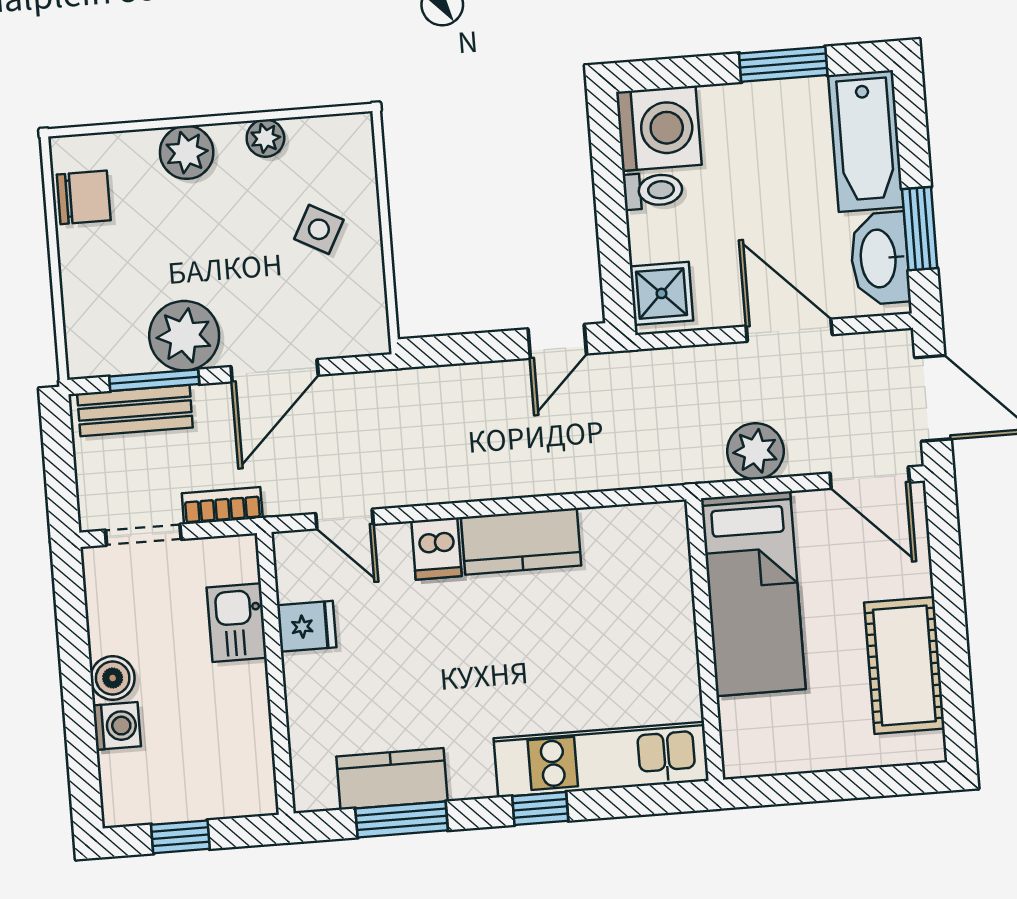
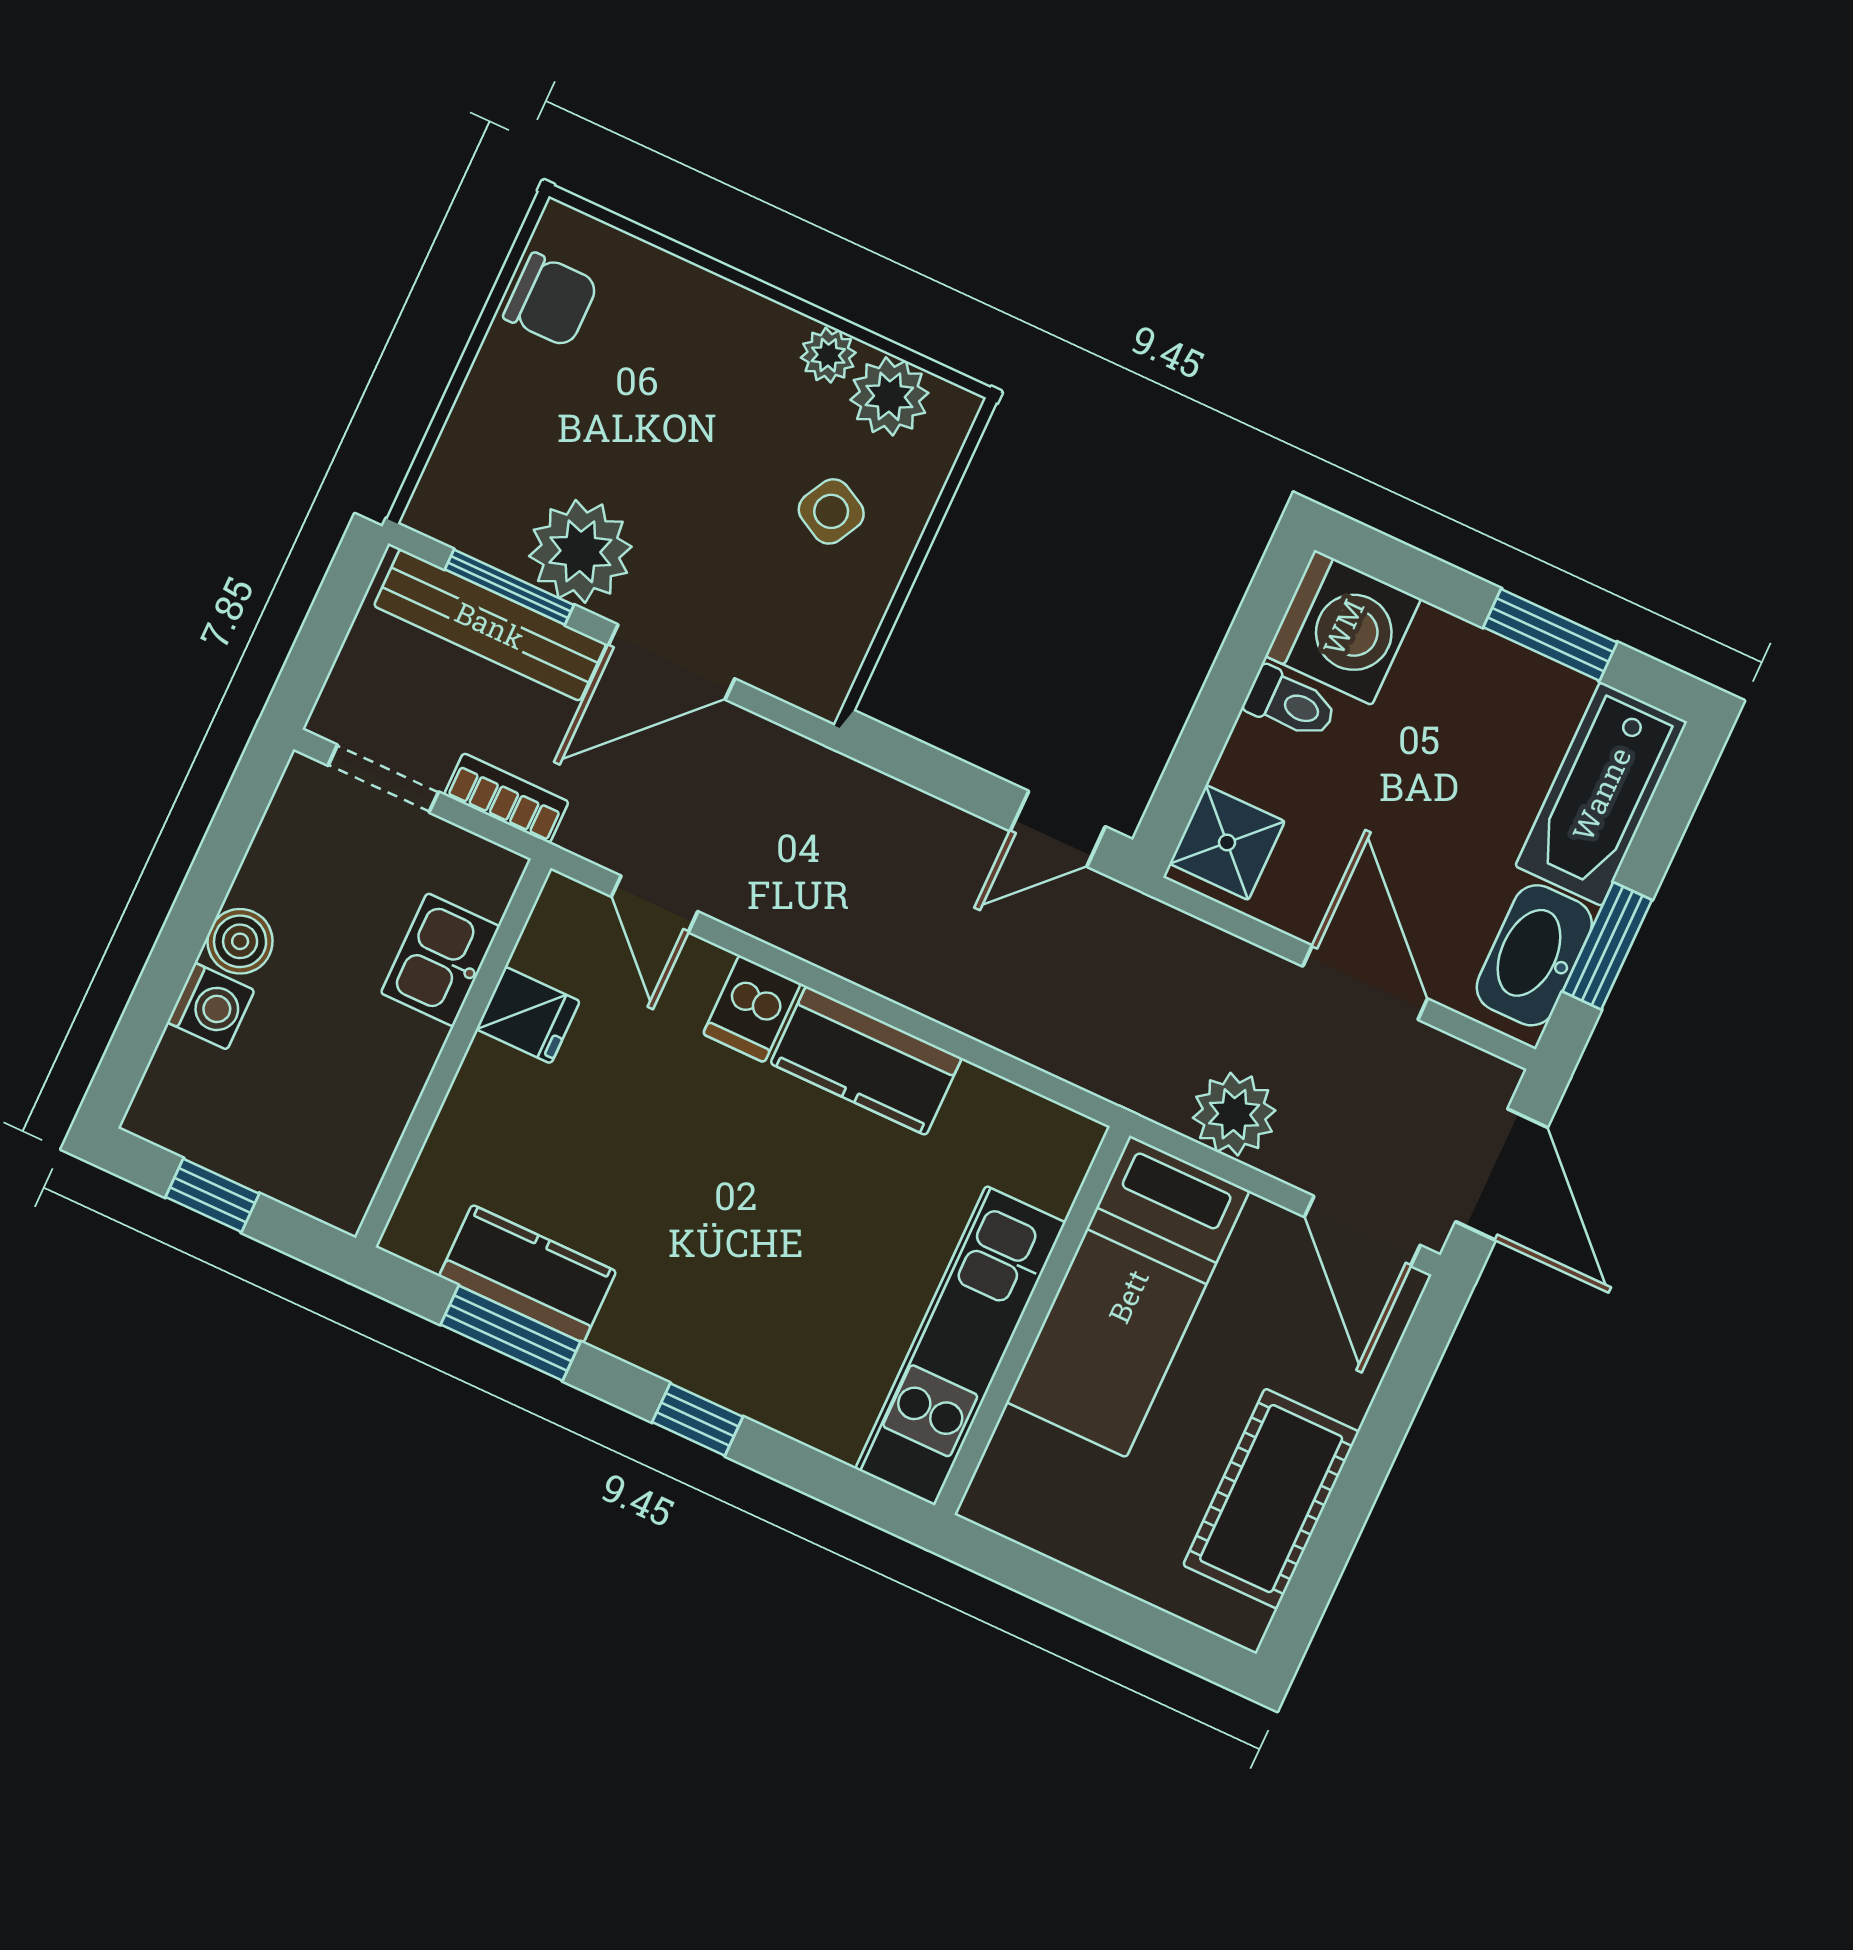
plant: (187, 152) -> (889, 396), moved
bench: (135, 411) -> (490, 625), width x1.36
kitchen unit: (601, 759) -> (960, 1346), moved, turned -90

